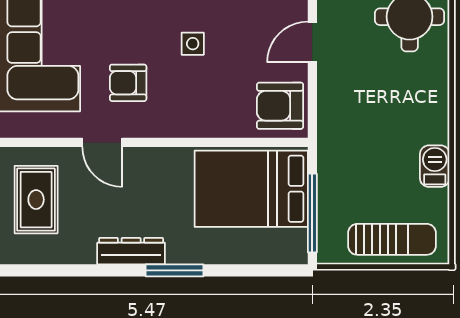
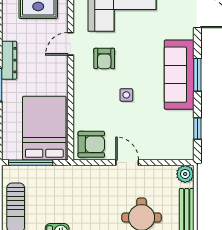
armchair: (128, 83) -> (104, 58), turned 180
armchair: (280, 106) -> (91, 144), turned 90

